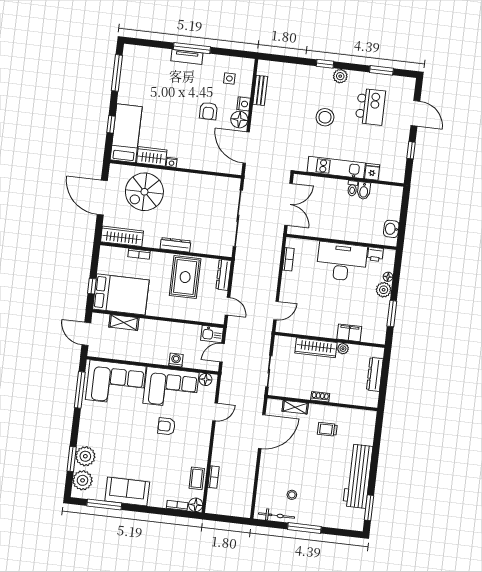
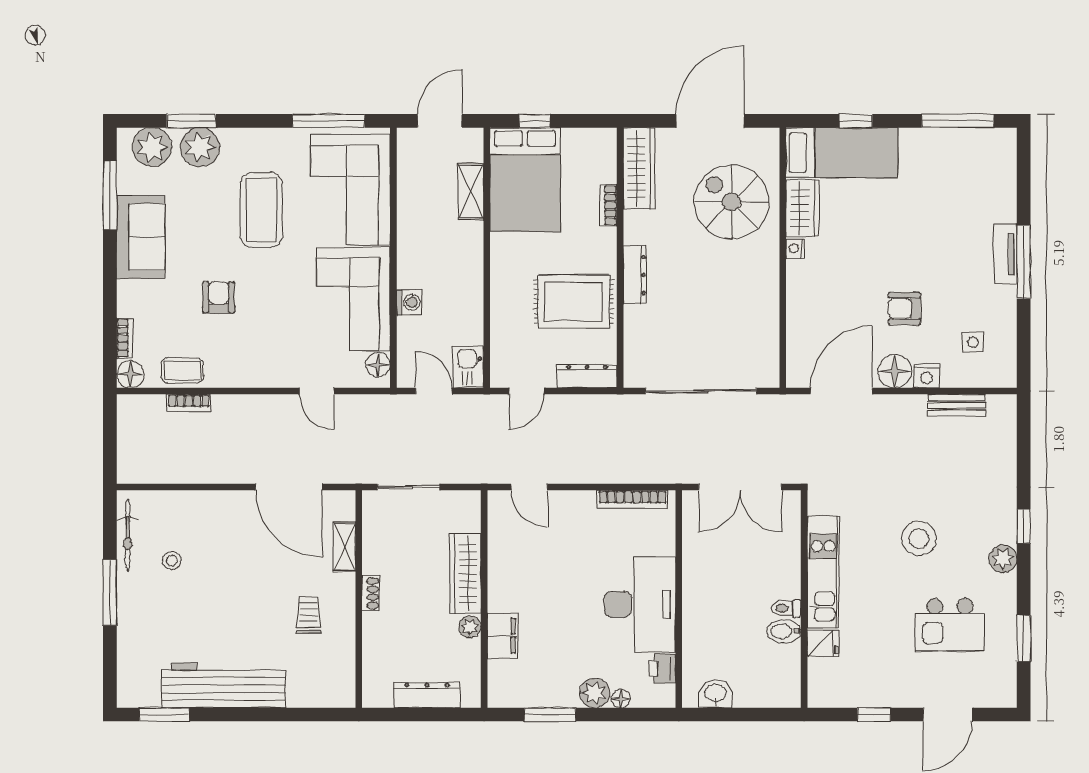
bookcase: (288, 259) -> (632, 499), width x1.56
armchair: (166, 426) -> (219, 297), moved
coffee table: (121, 429) -> (262, 210), added

